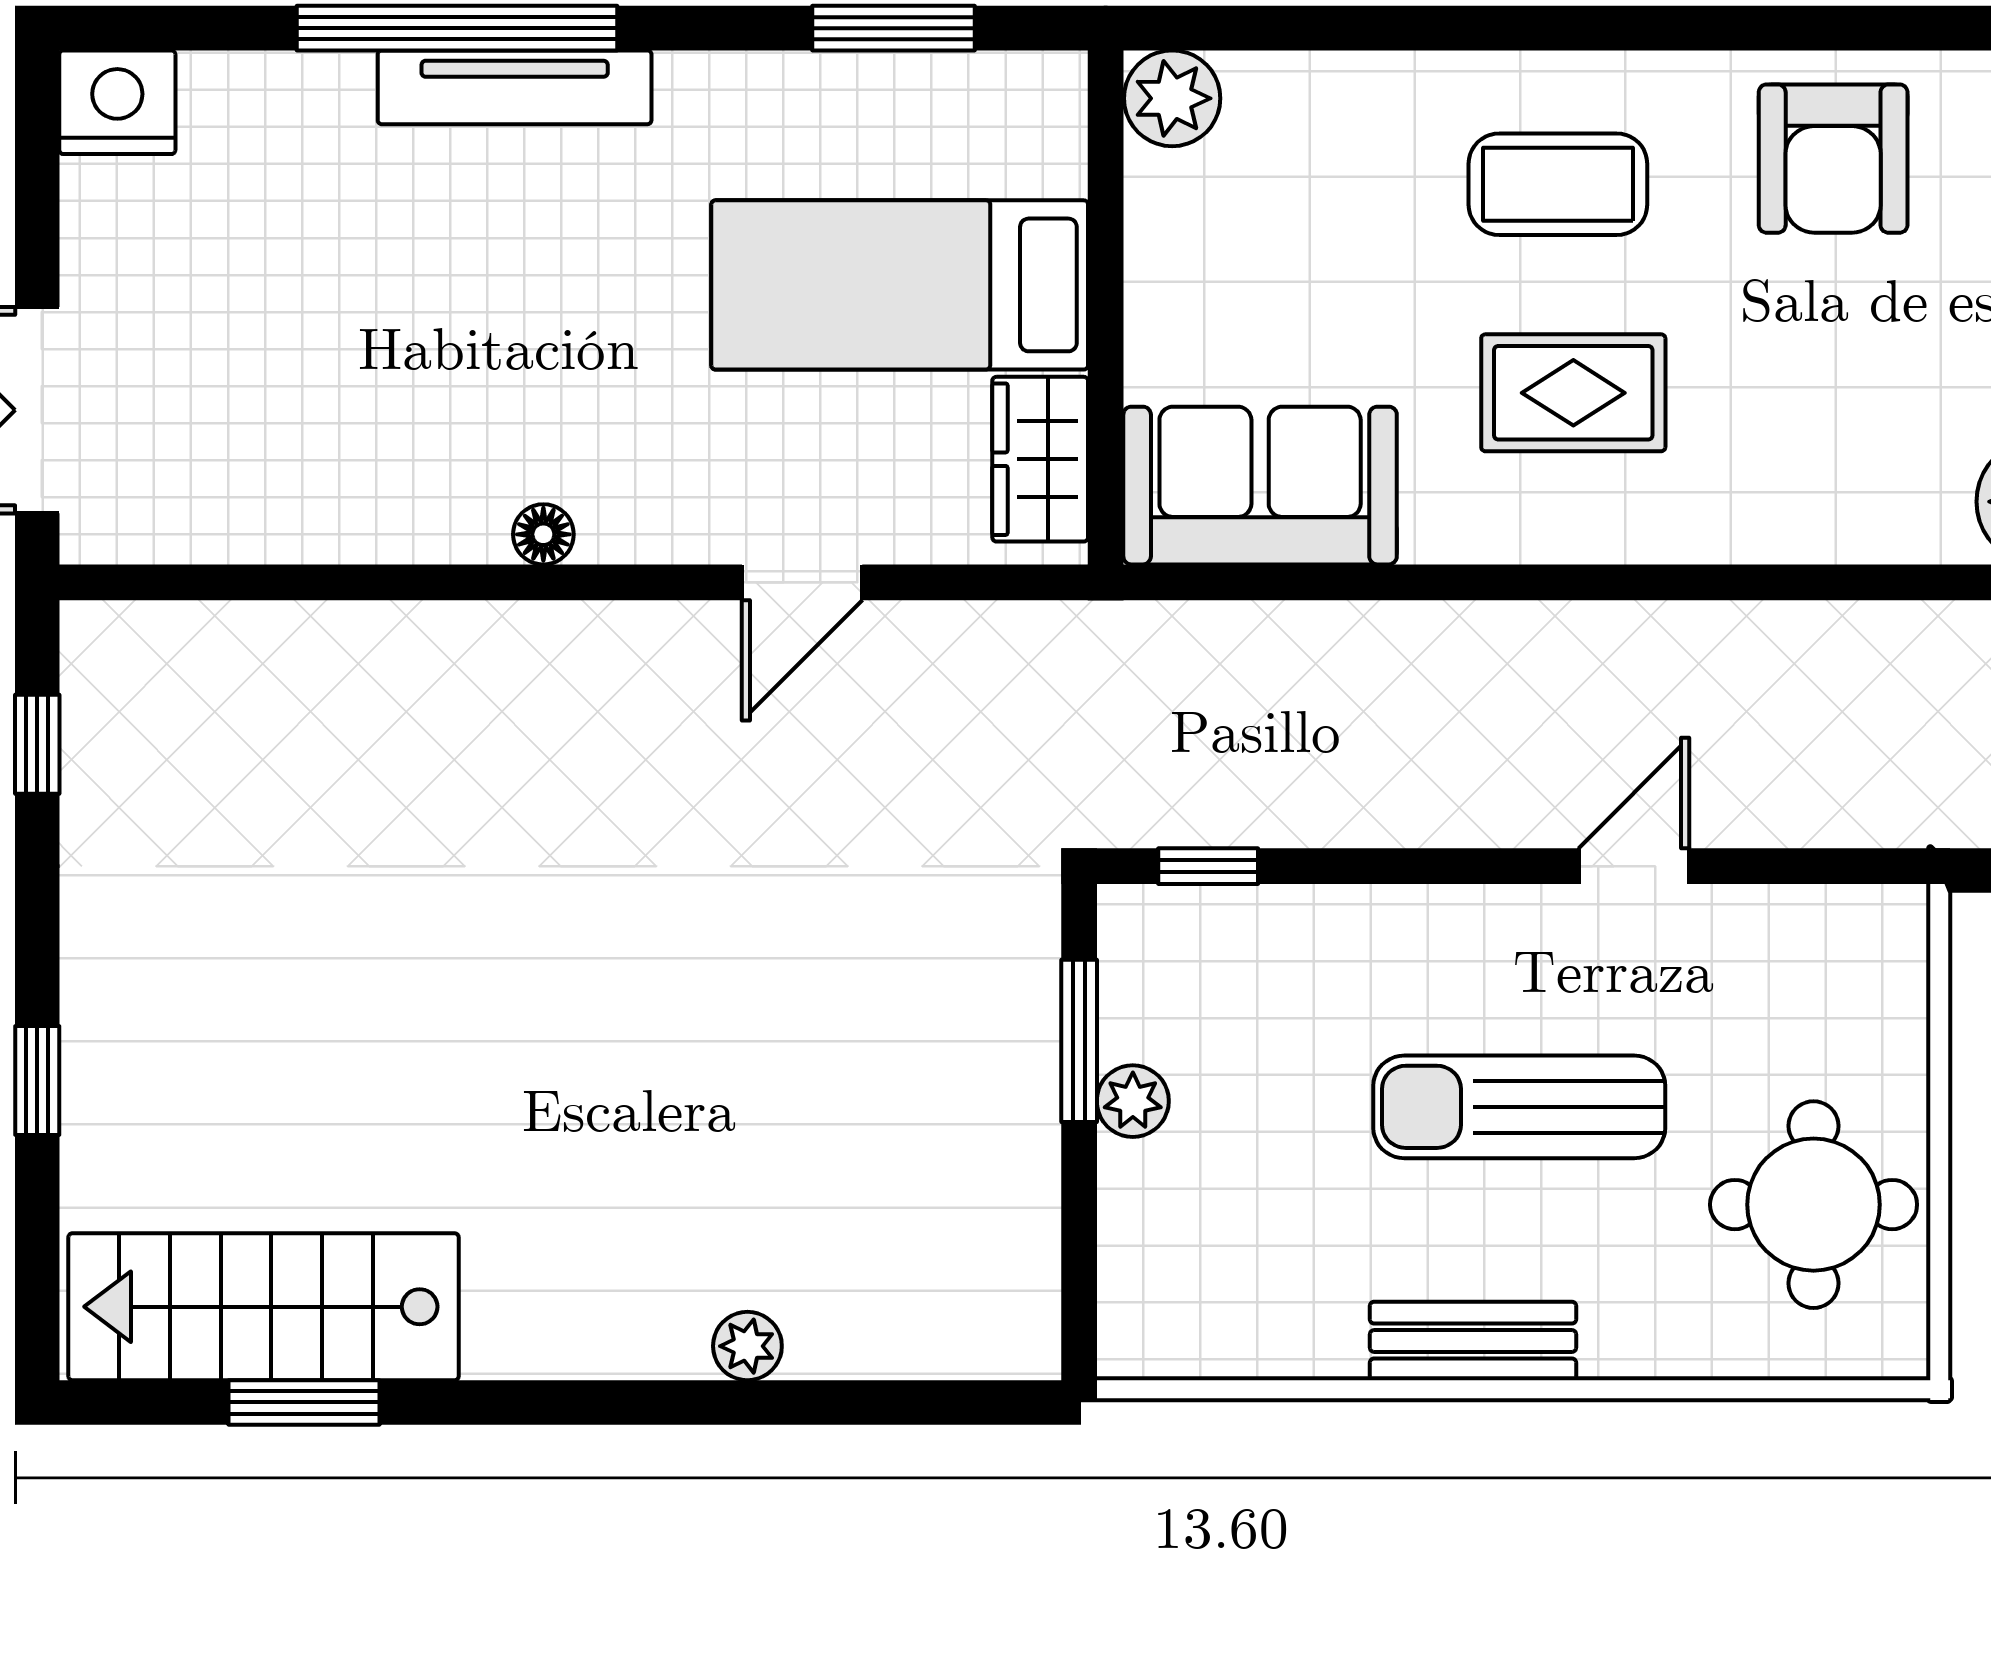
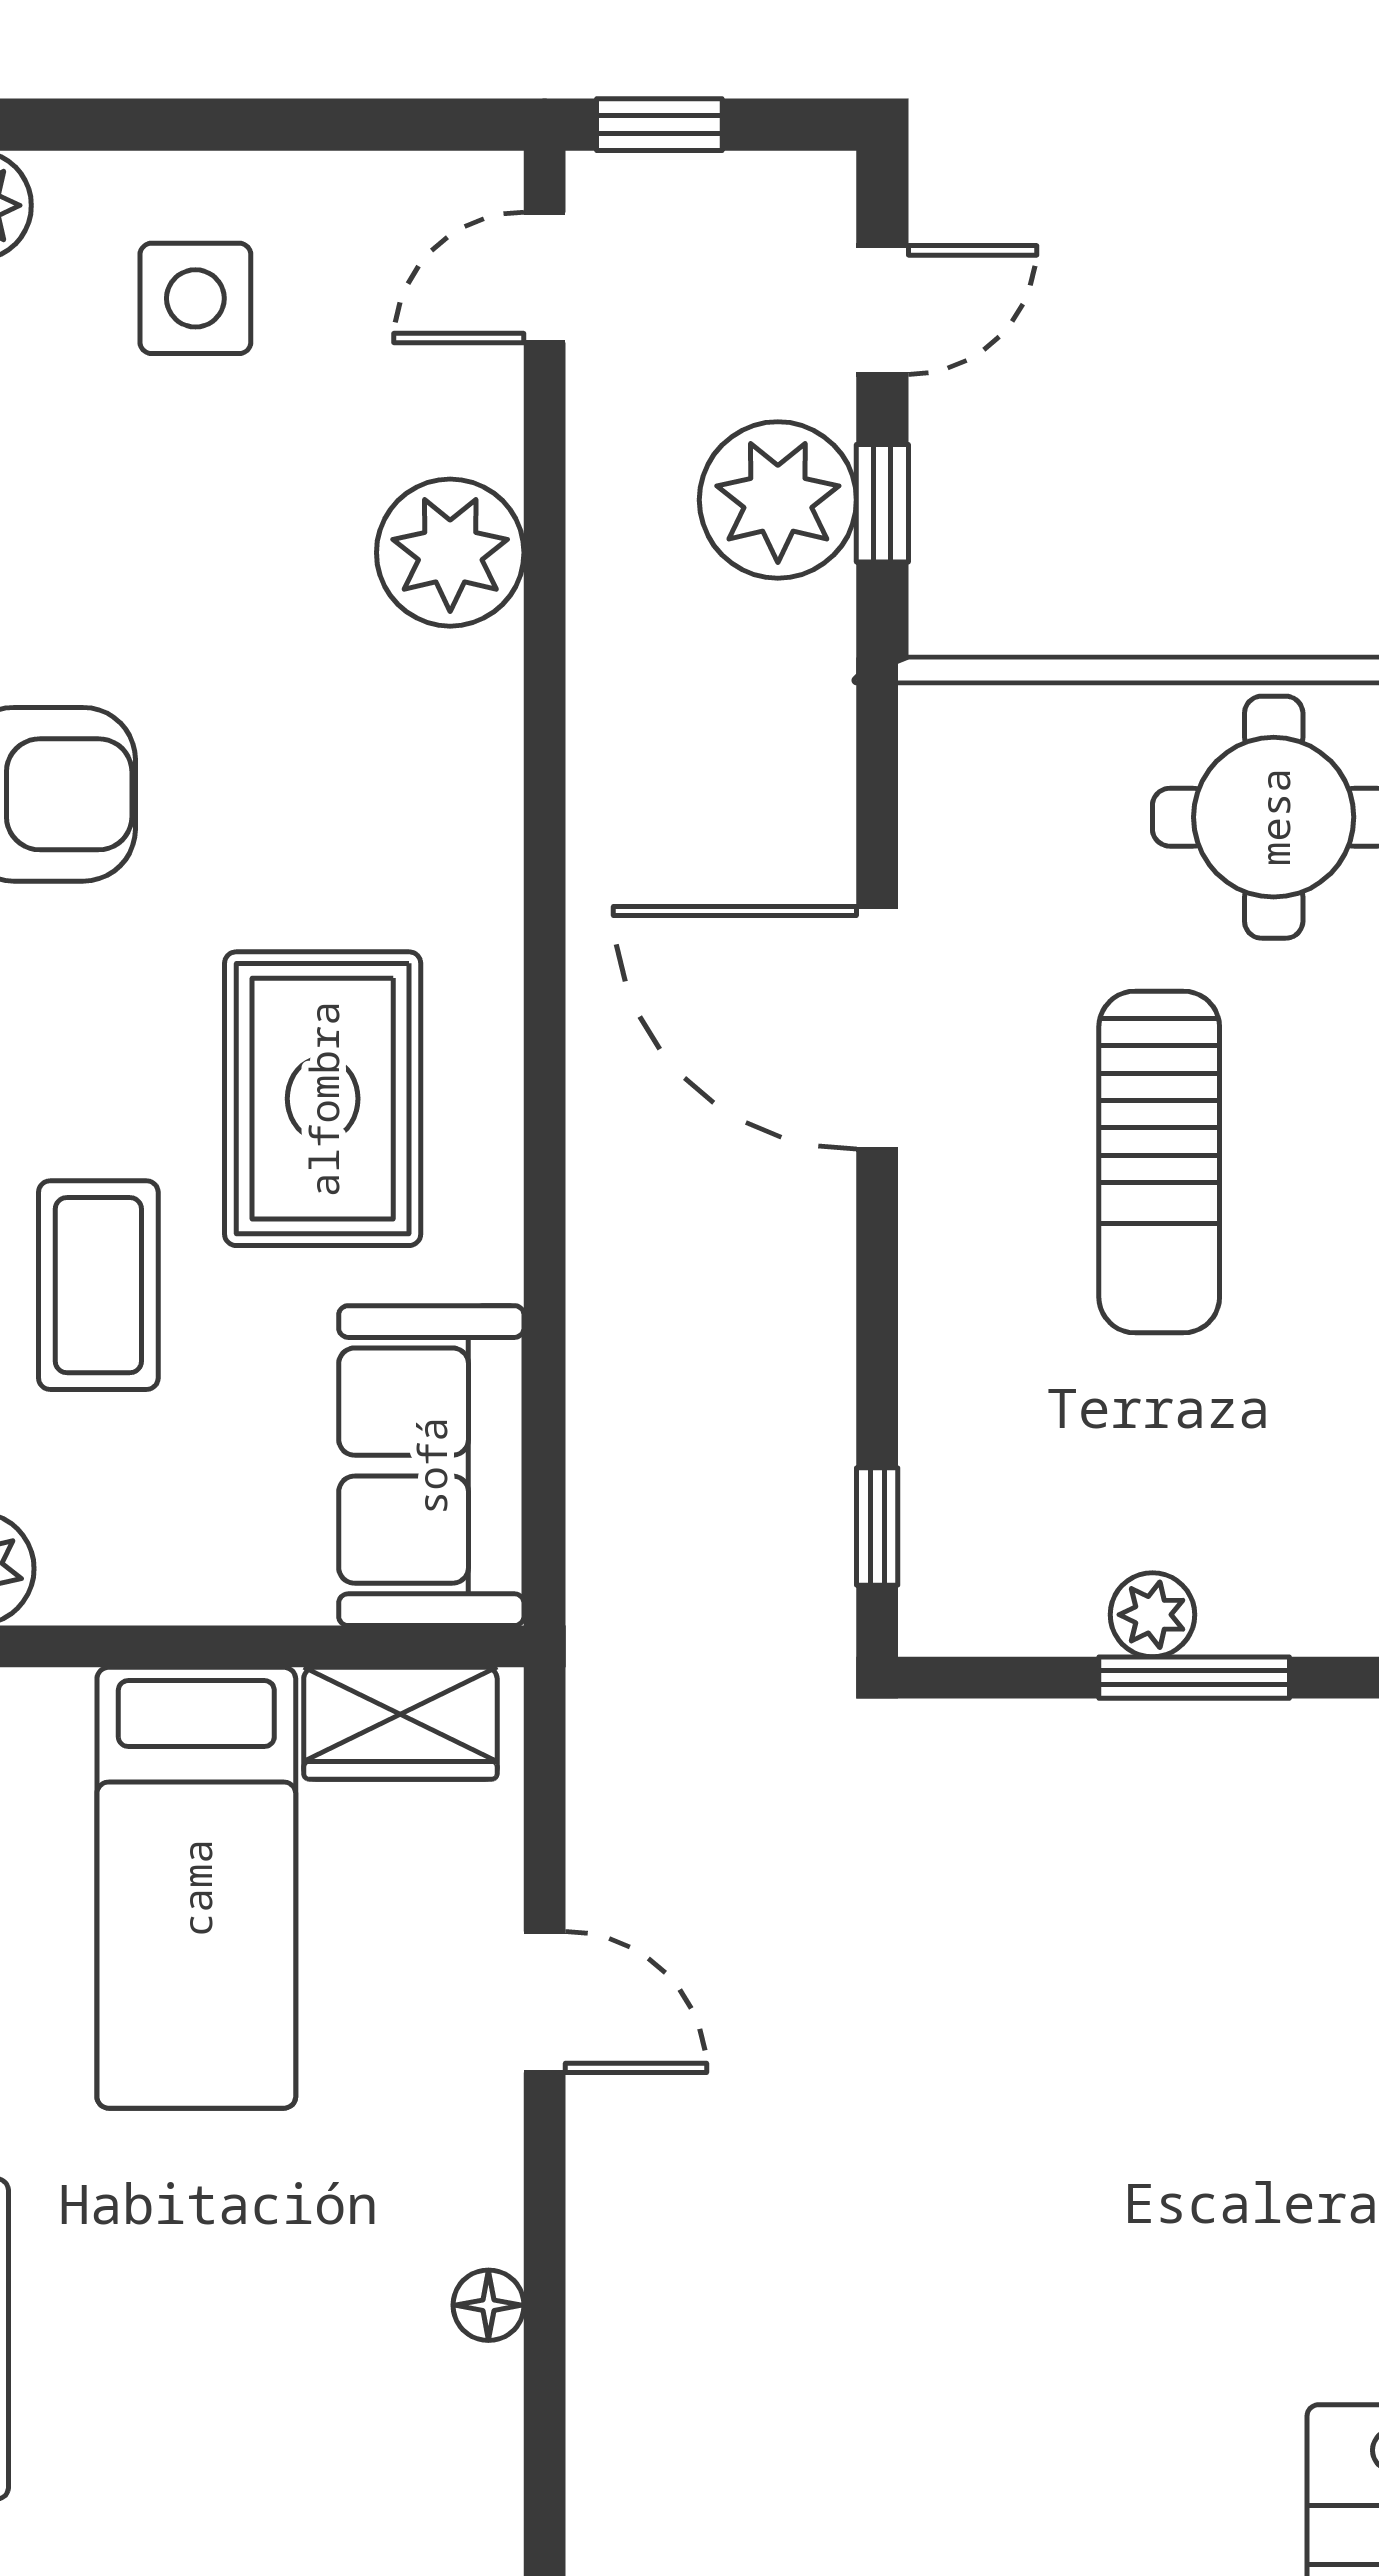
coffee table: (1558, 184) -> (98, 1285), moved
rug: (1573, 393) -> (323, 1099), width x1.36, depth x1.43
door: (1634, 866) -> (877, 1028), width x1.87
window: (1079, 1041) -> (1194, 1678), moved

